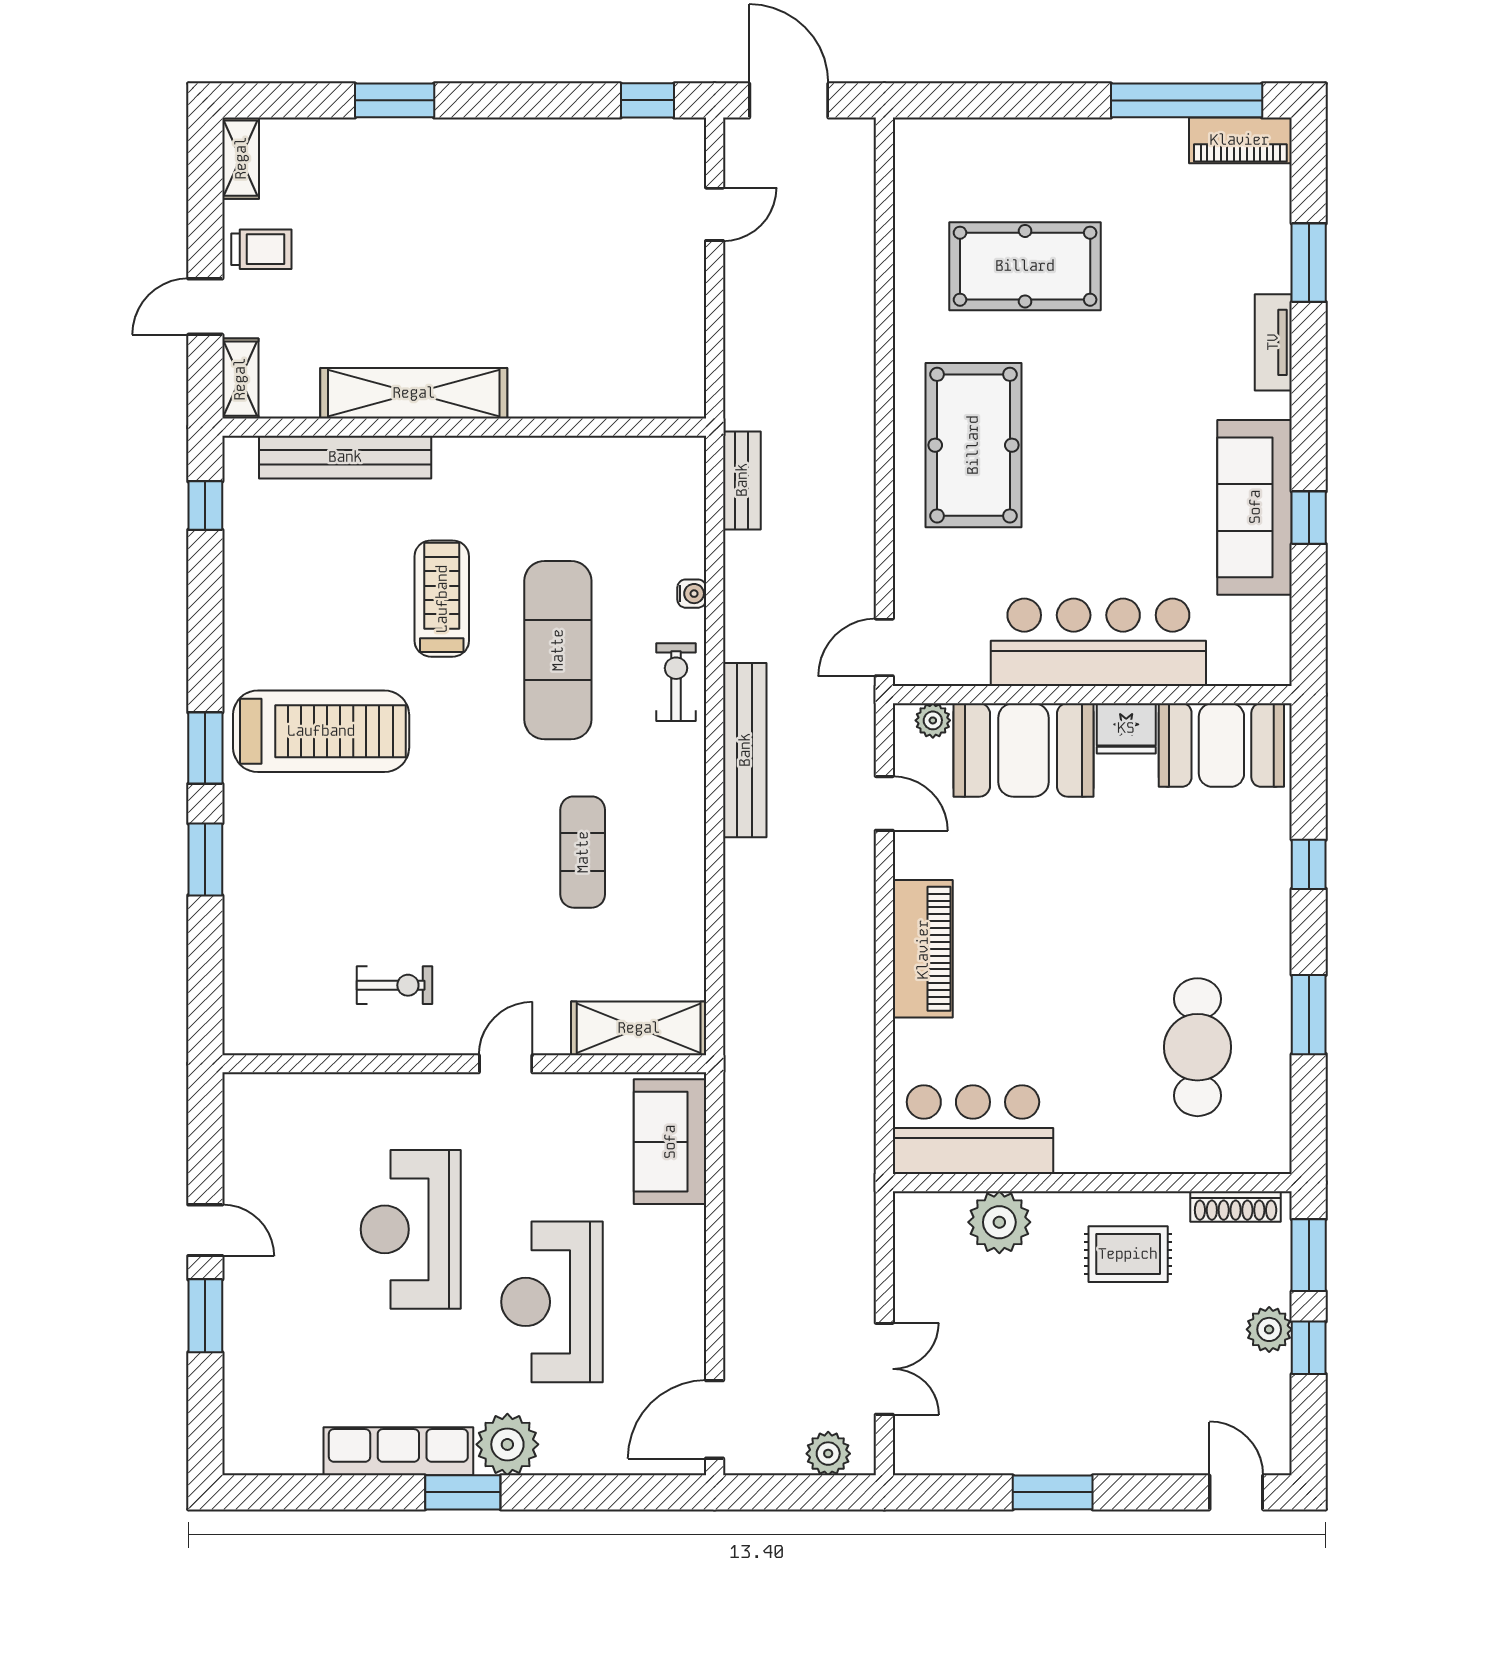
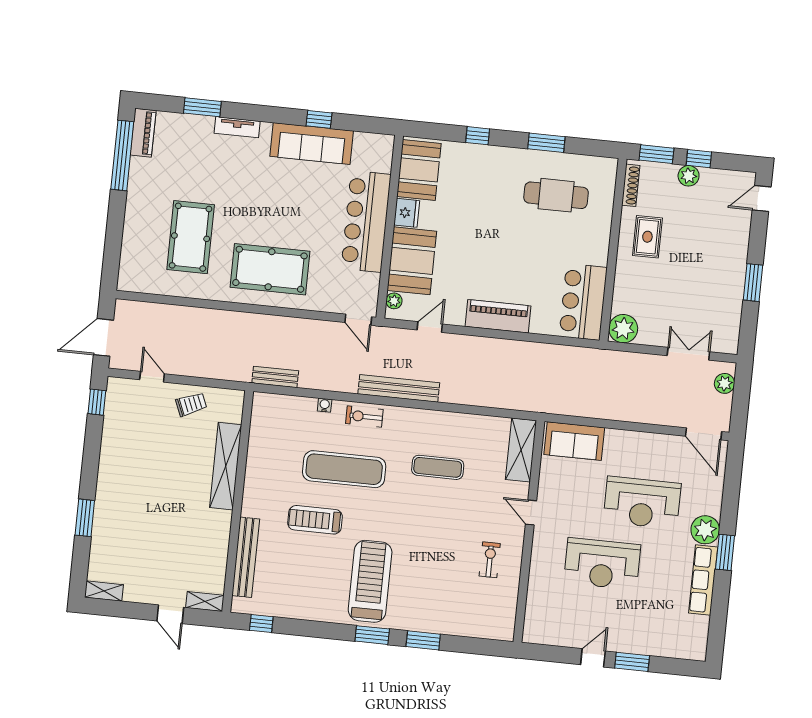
trolley: (261, 249) -> (191, 404), moved, turned 67
shelving: (414, 393) -> (226, 466), moved
plant: (999, 1222) -> (623, 329), moved

